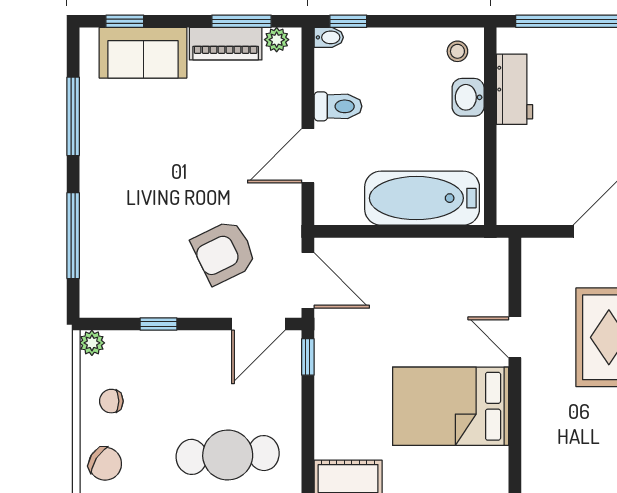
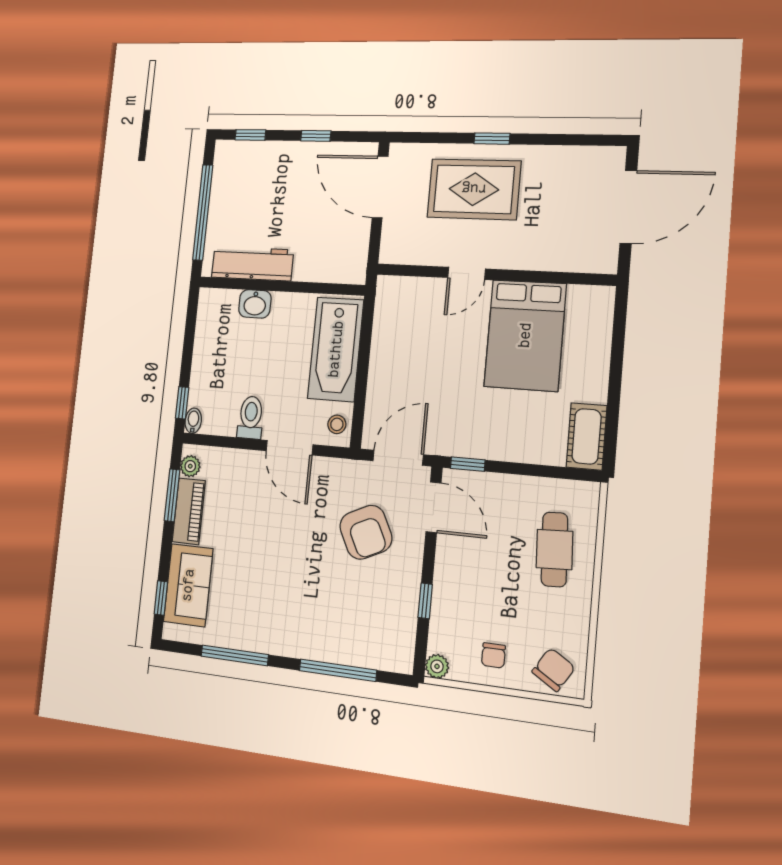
stool: (457, 51) -> (337, 424), moved
workbench: (515, 89) -> (252, 264), width x1.37
cafe table: (228, 455) -> (554, 549), width x0.73, depth x0.74

